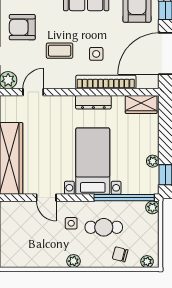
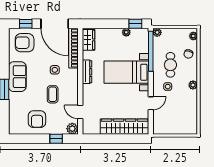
bookcase: (106, 82) -> (73, 48), moved

